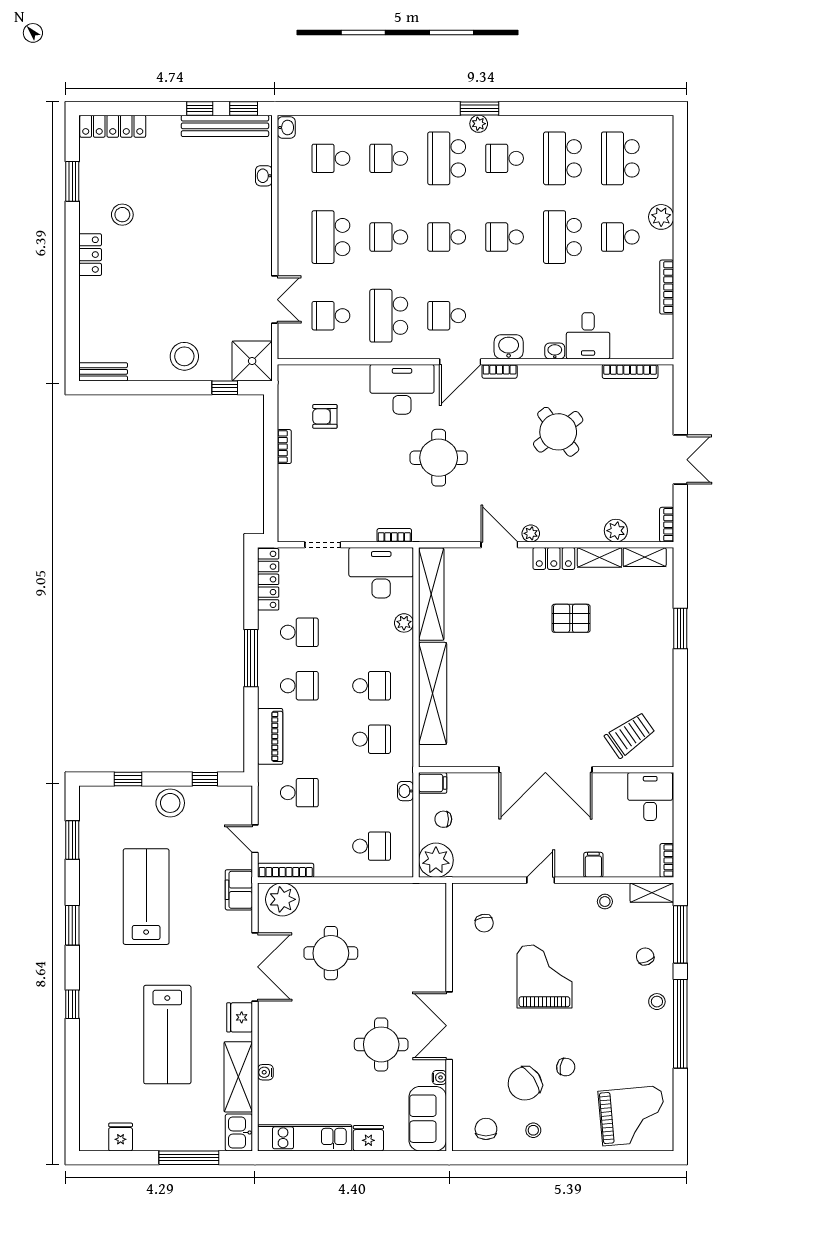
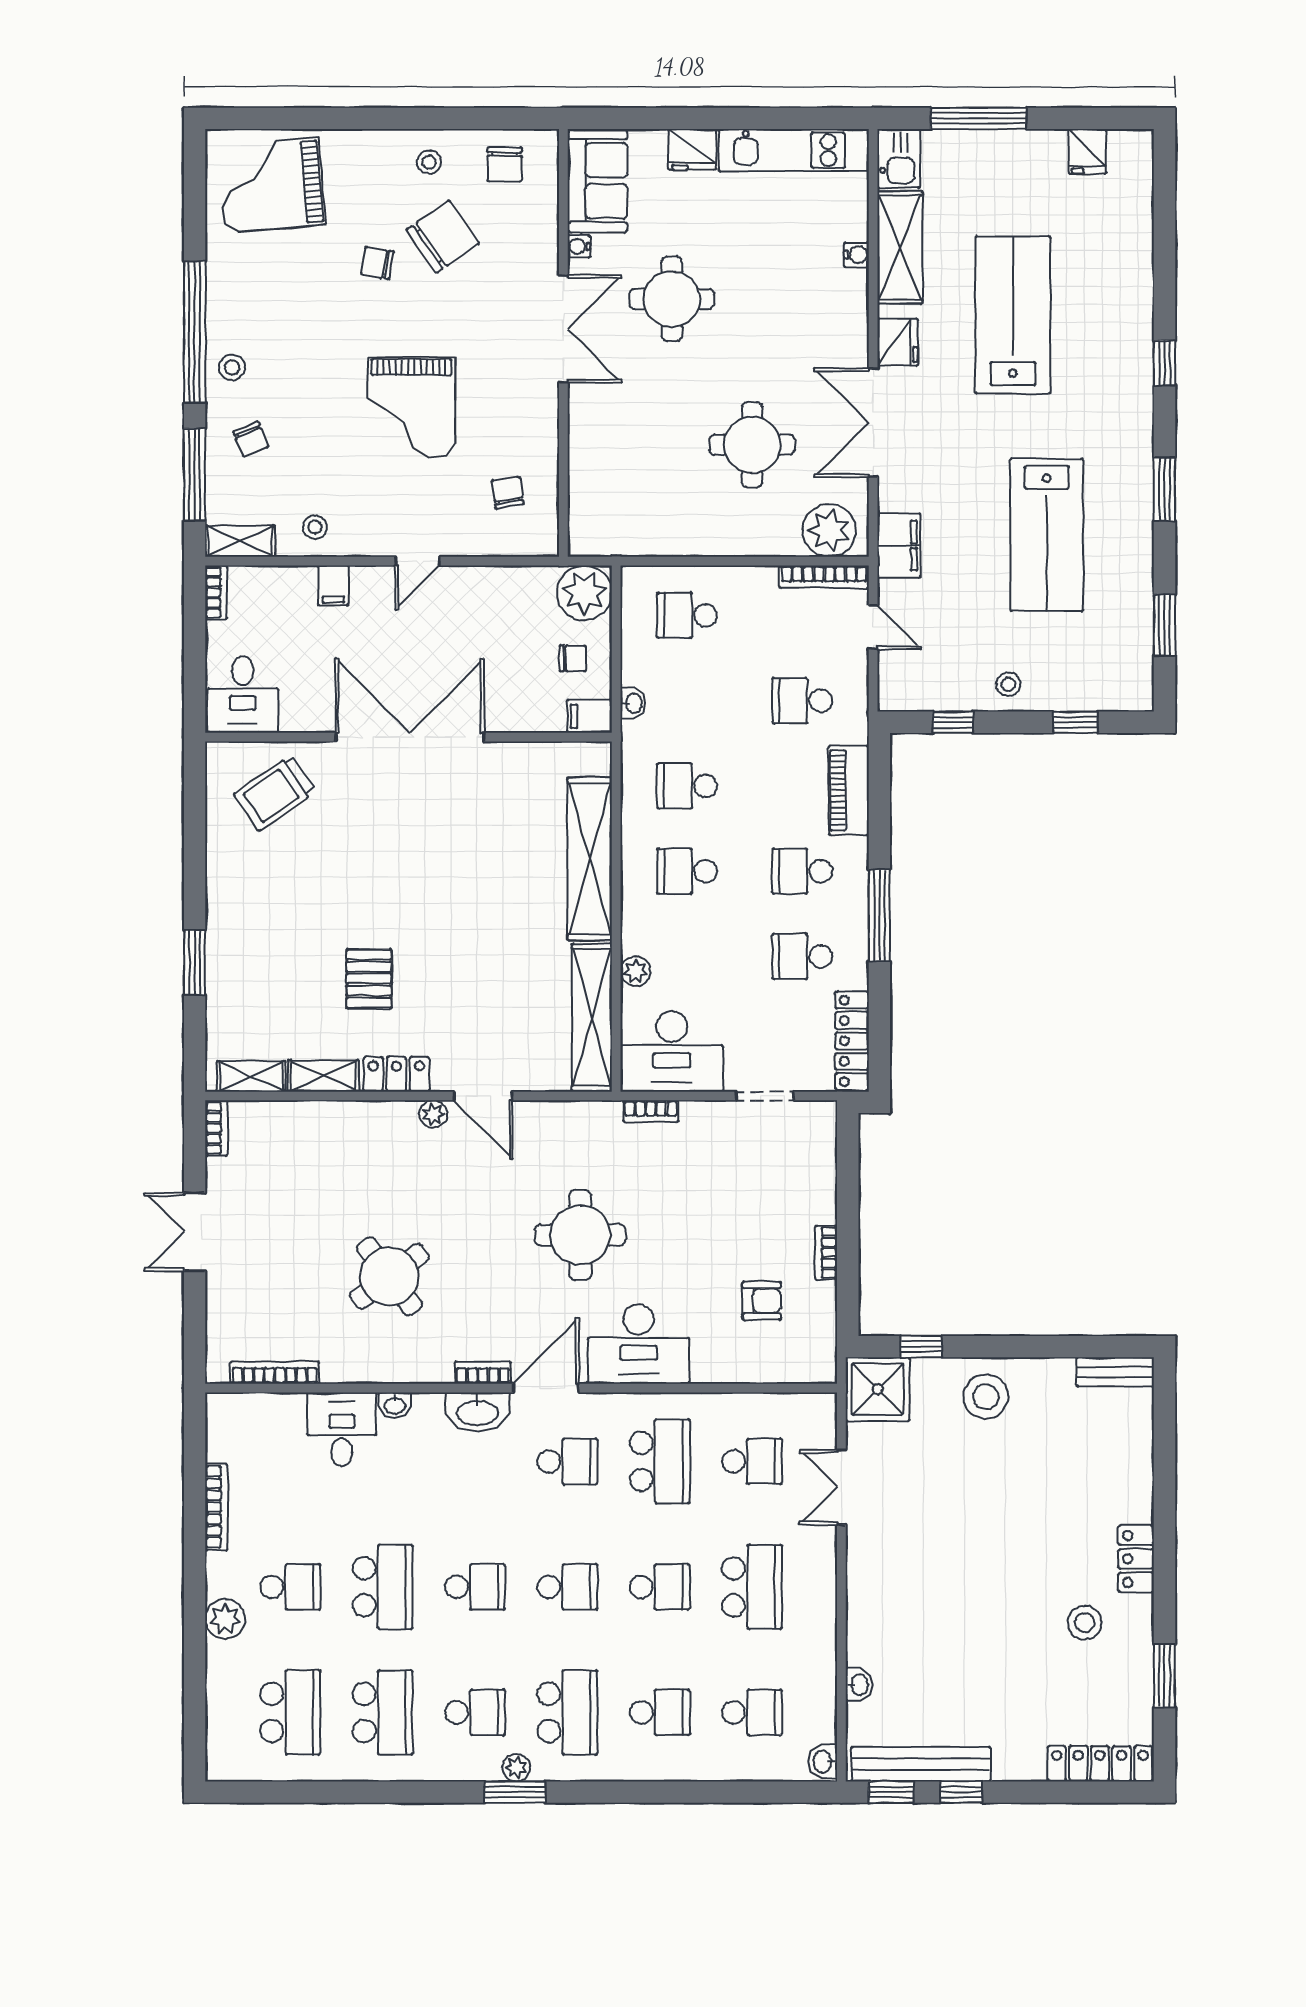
washbasin: (509, 347) -> (477, 1412), width x1.38
plant: (616, 531) -> (297, 1119), removed
pallet: (571, 618) -> (369, 979), turned 90
stool: (170, 803) -> (1008, 684), width x0.53, depth x0.53

